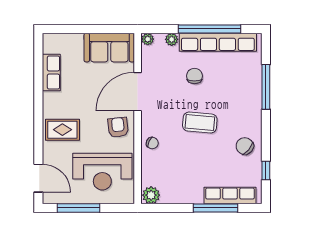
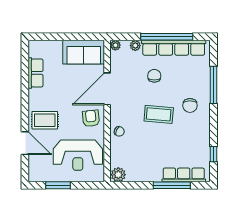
chair: (245, 146) -> (190, 105), moved, turned -130
door: (38, 178) -> (25, 143), moved
window: (78, 208) -> (58, 185), width x0.69

